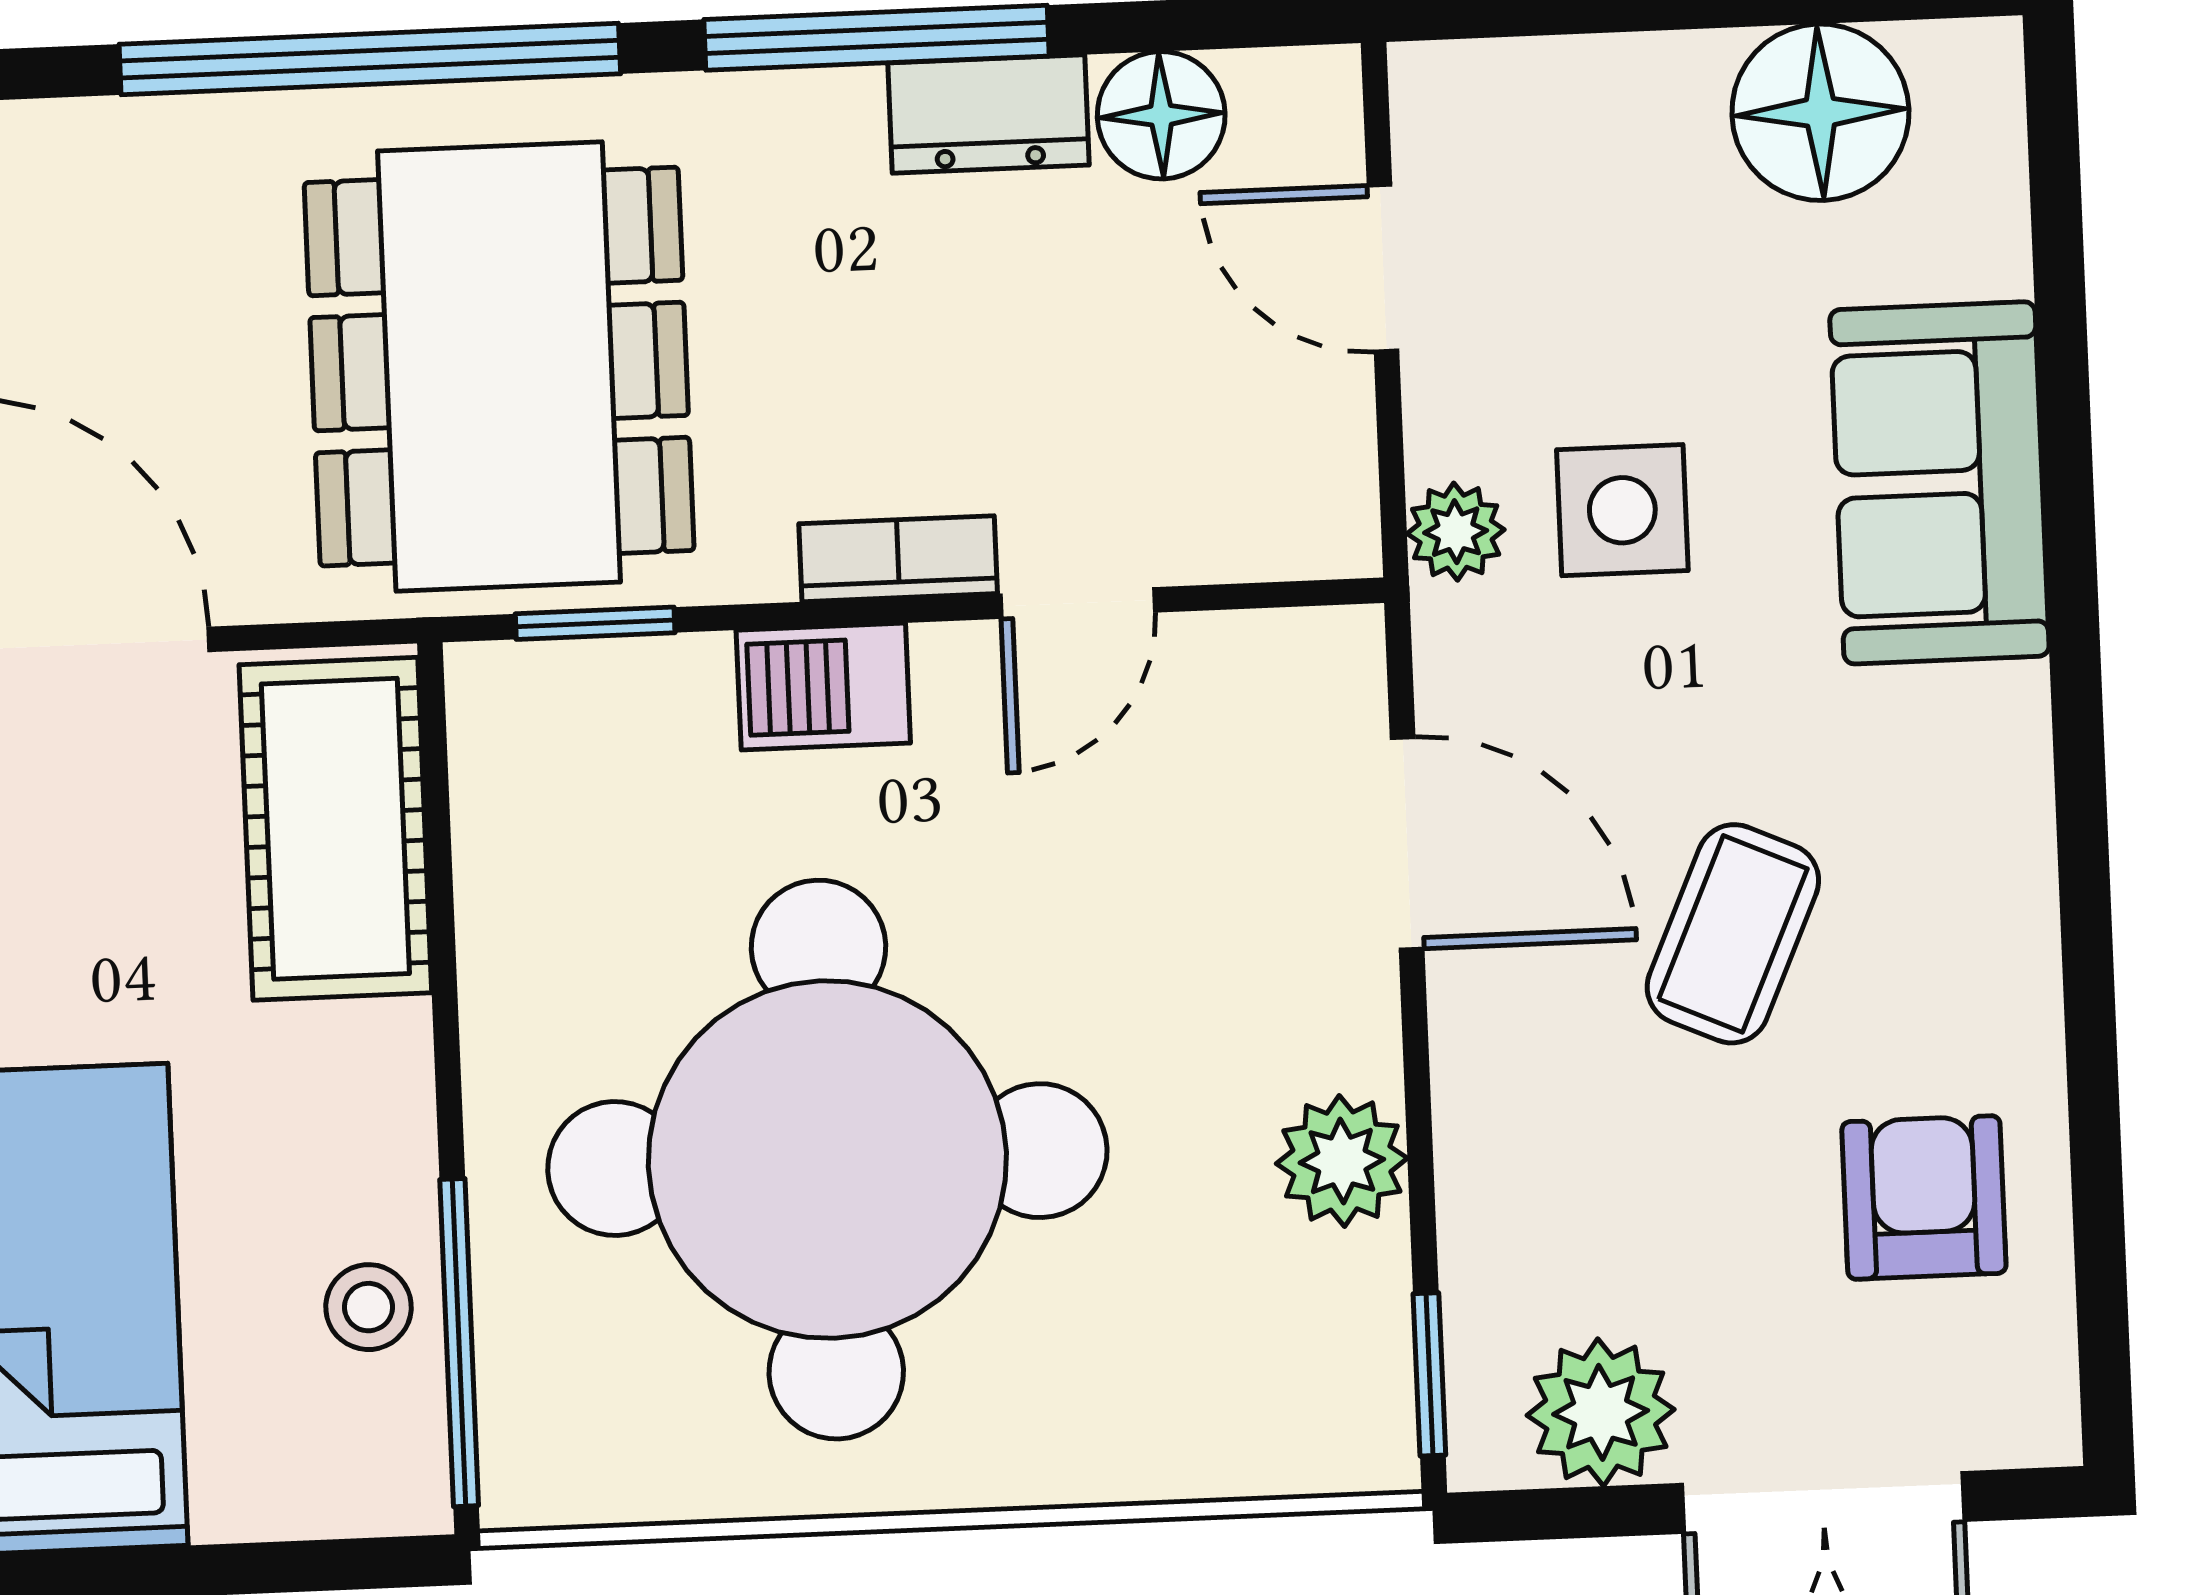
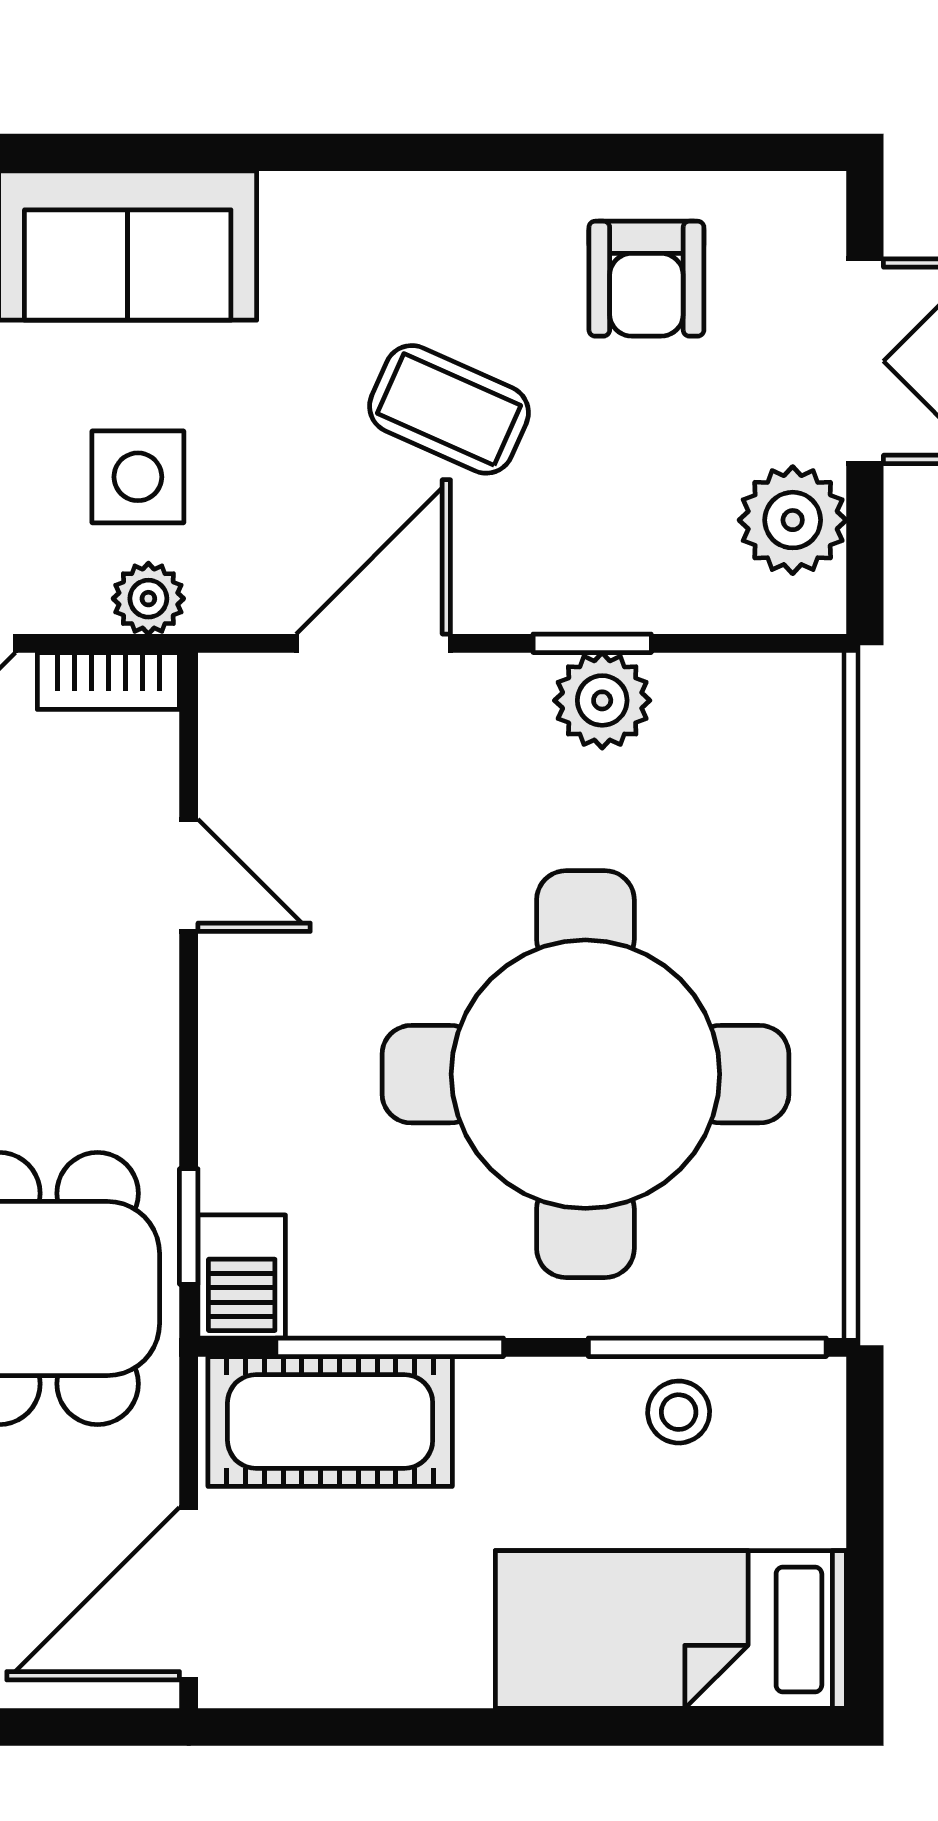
bookcase: (898, 559) -> (108, 681), moved, turned -90
barbecue: (823, 687) -> (242, 1276), moved
window: (441, 906) -> (390, 1347), added
armchair: (1924, 1198) -> (646, 279), turned -90
window: (1429, 1374) -> (592, 643), moved

